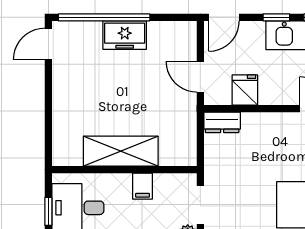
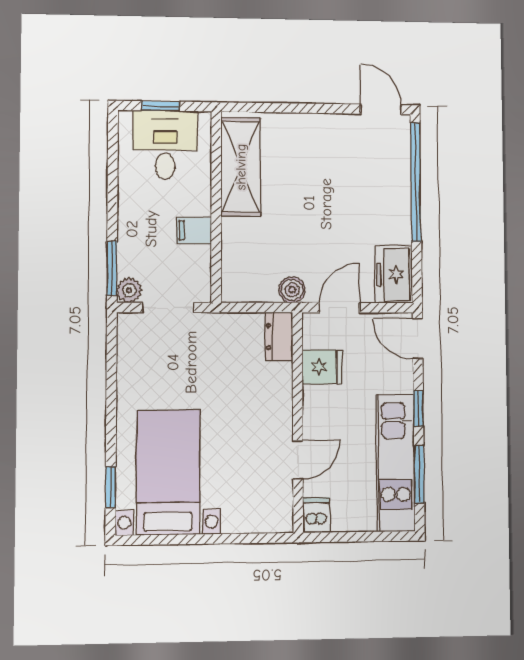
freezer: (125, 35) -> (394, 274), moved
boiler: (187, 113) -> (292, 290), added
shelving: (121, 151) -> (241, 167), moved

